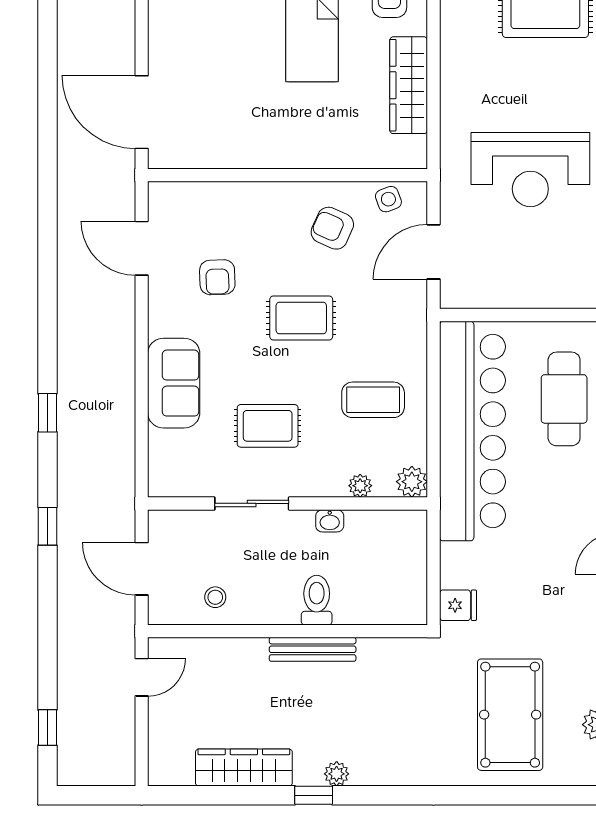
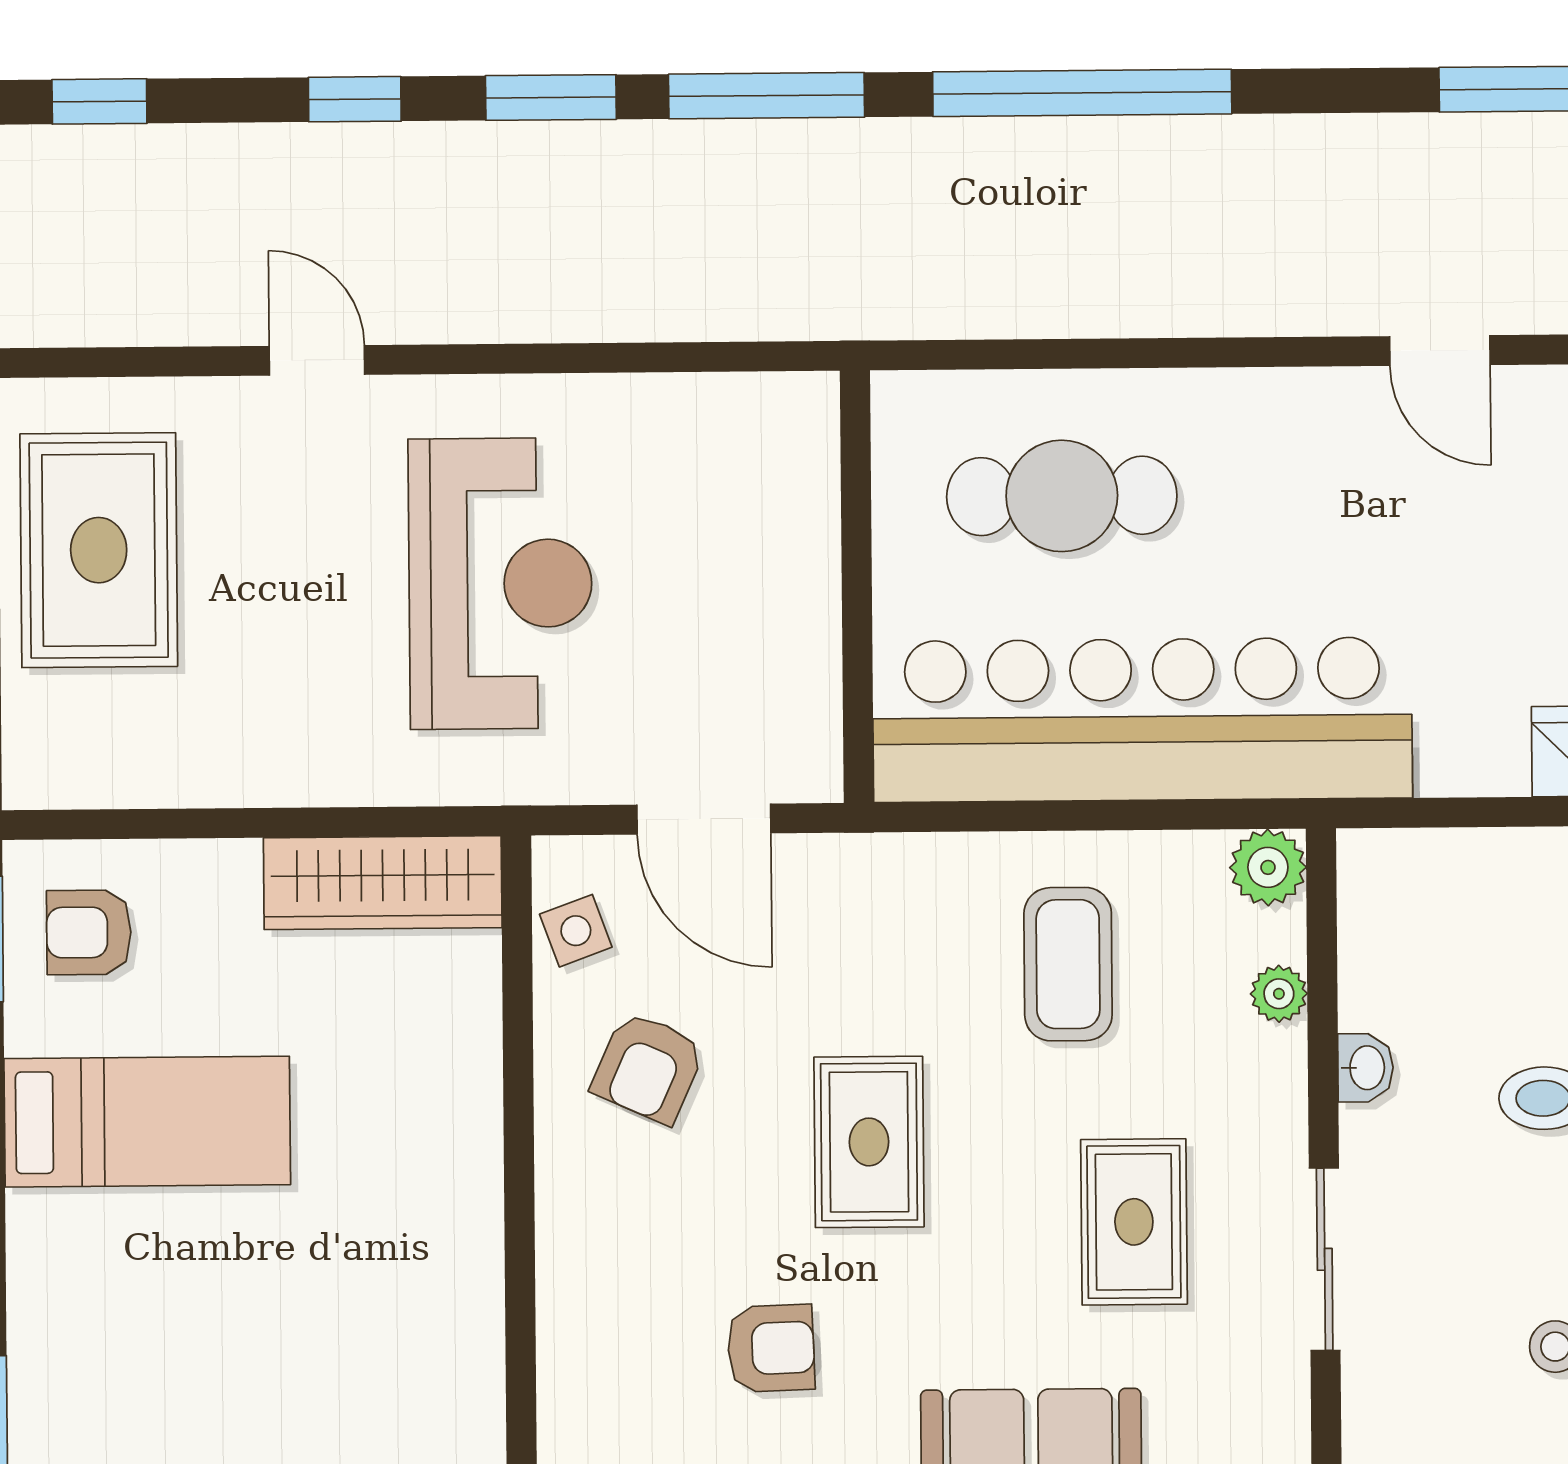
wardrobe: (409, 85) -> (383, 883), moved

